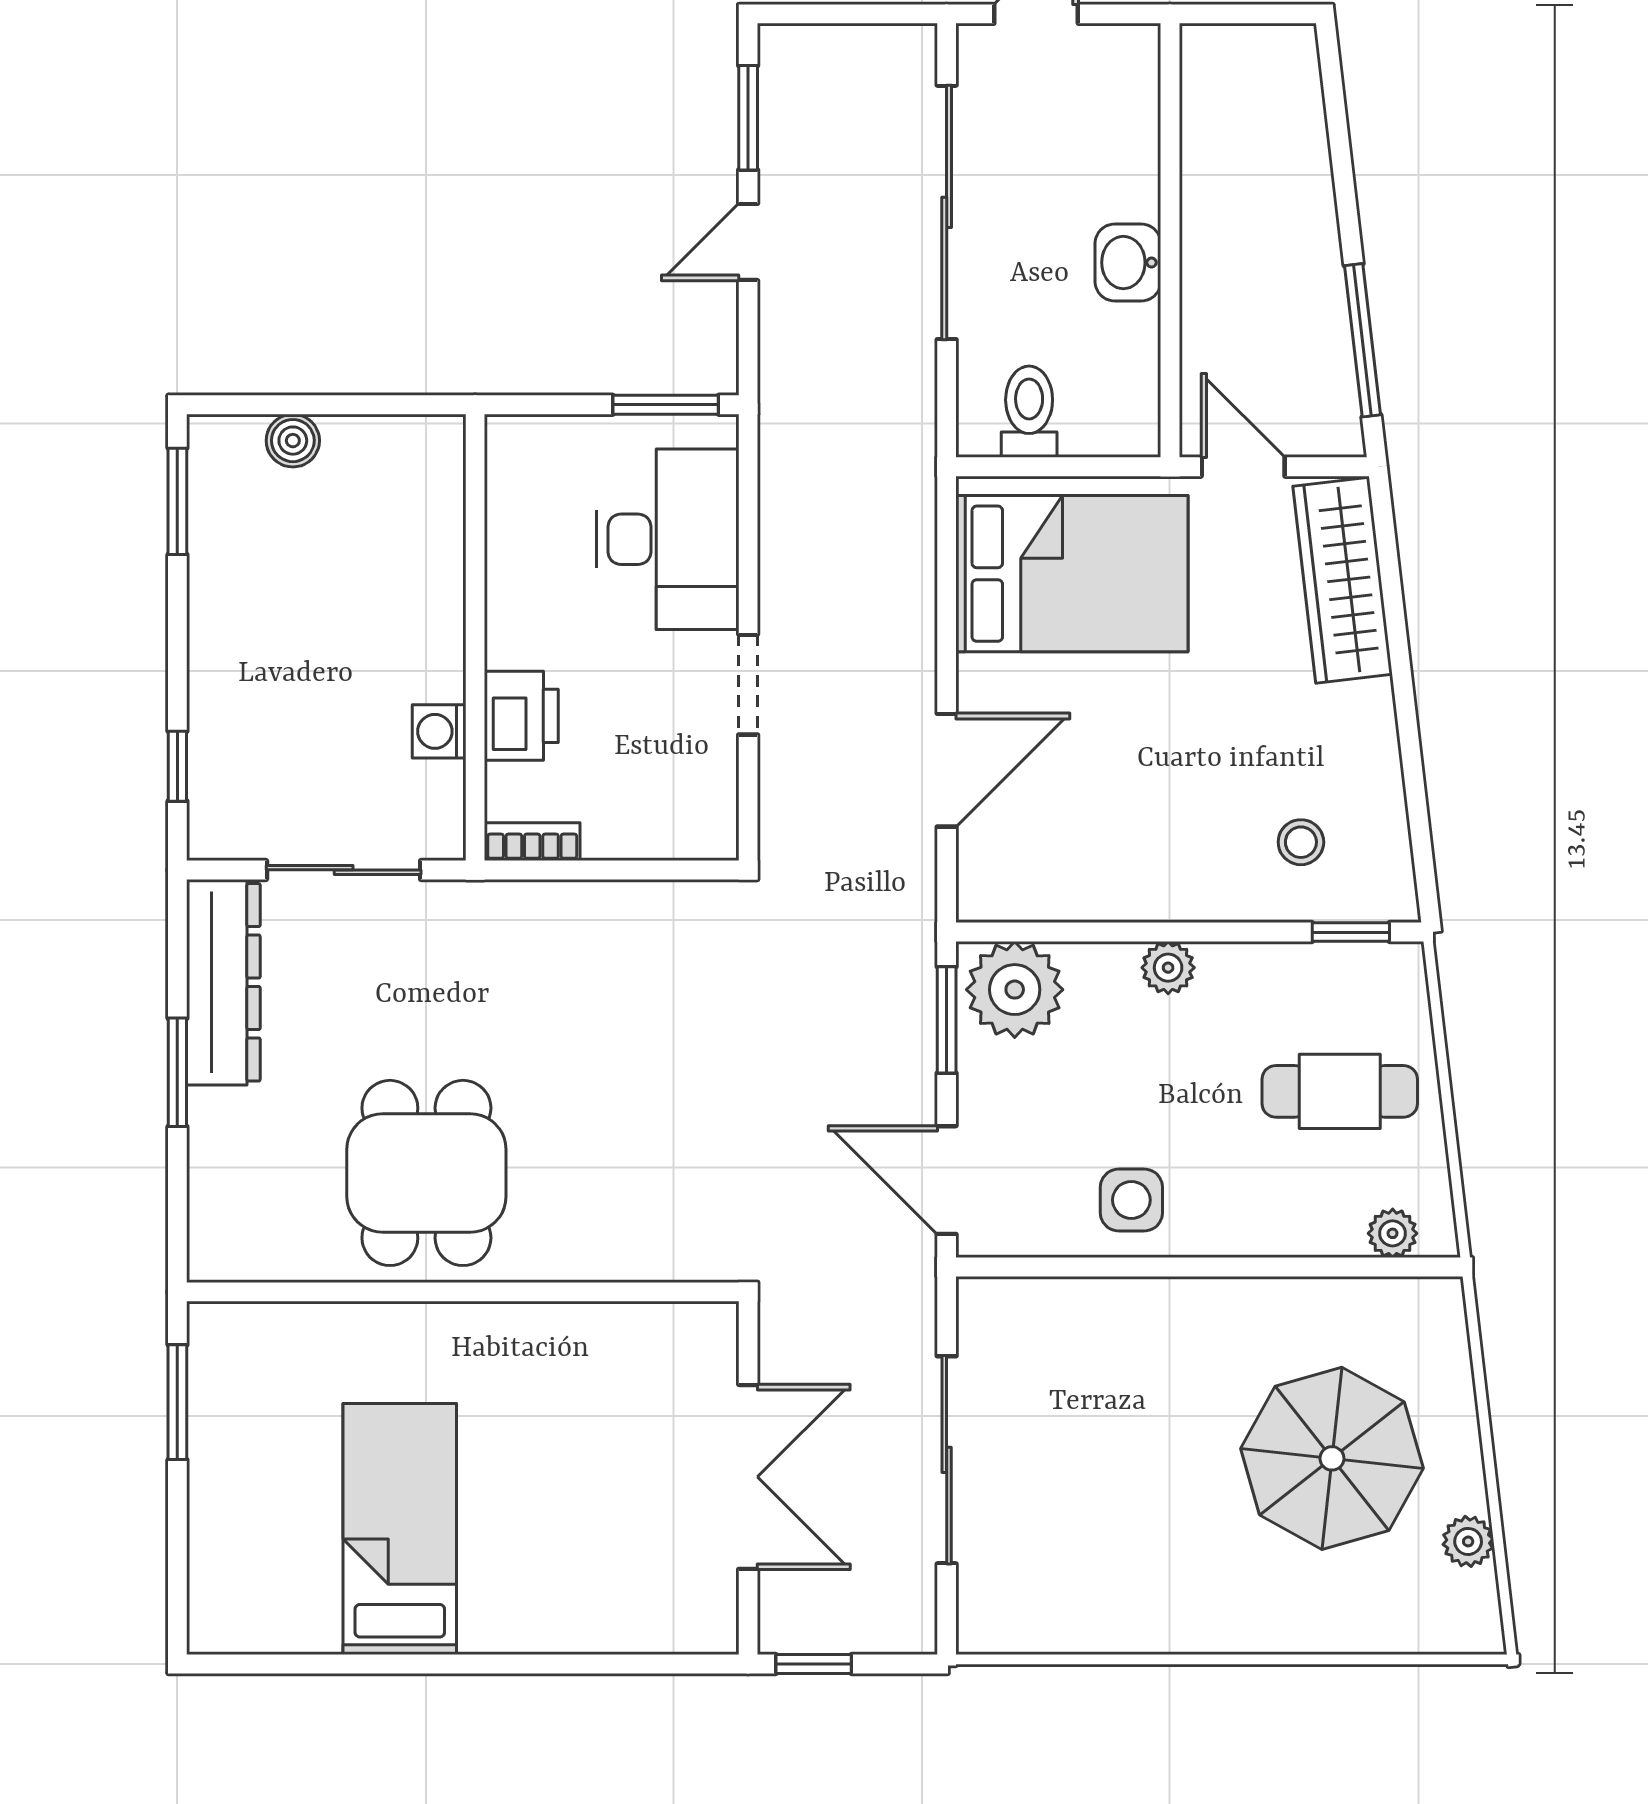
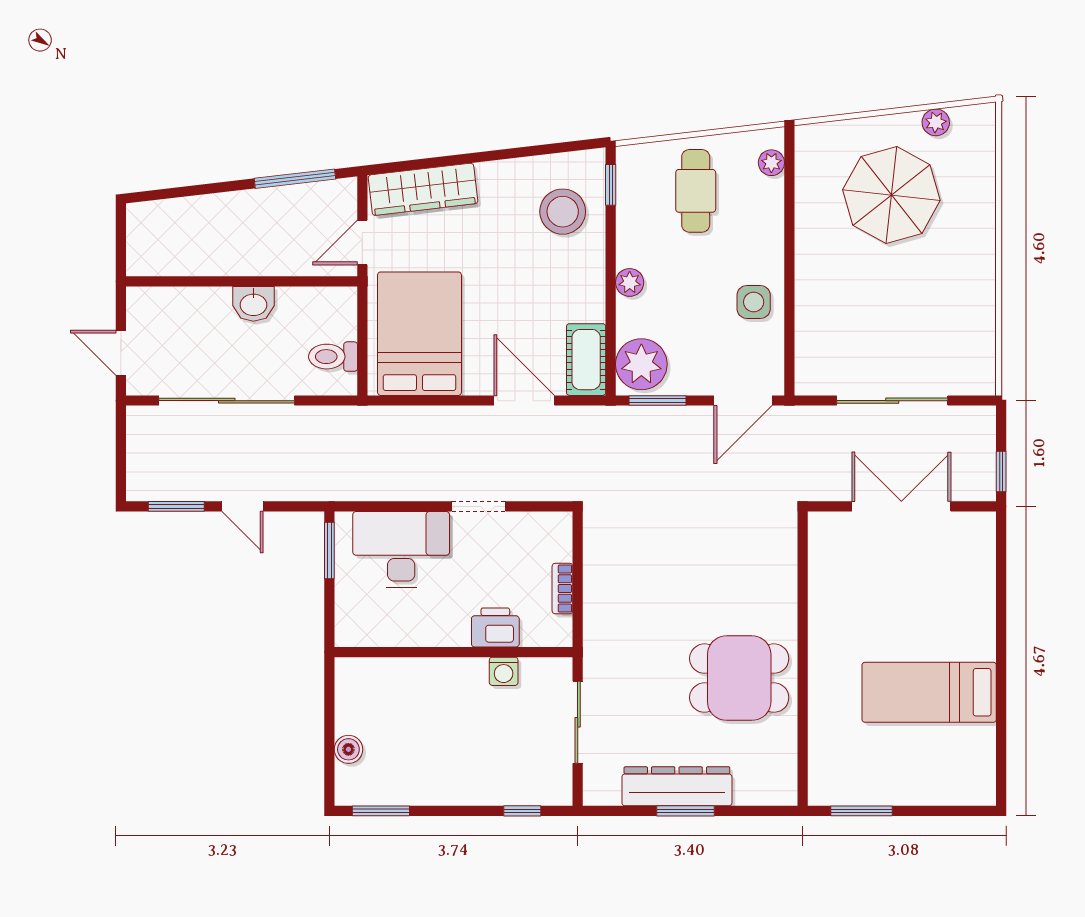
bookcase: (532, 842) -> (562, 589), moved
stool: (1301, 842) -> (563, 212), width x1.89, depth x1.89
cot: (1023, 886) -> (586, 360), added
dresser: (223, 982) -> (677, 786), moved

